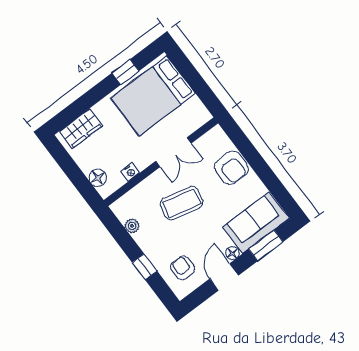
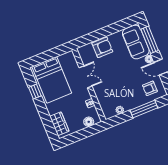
coffee table: (182, 203) -> (114, 80), removed
window: (266, 246) -> (150, 40), width x1.44
window: (145, 267) -> (144, 109), width x2.17

